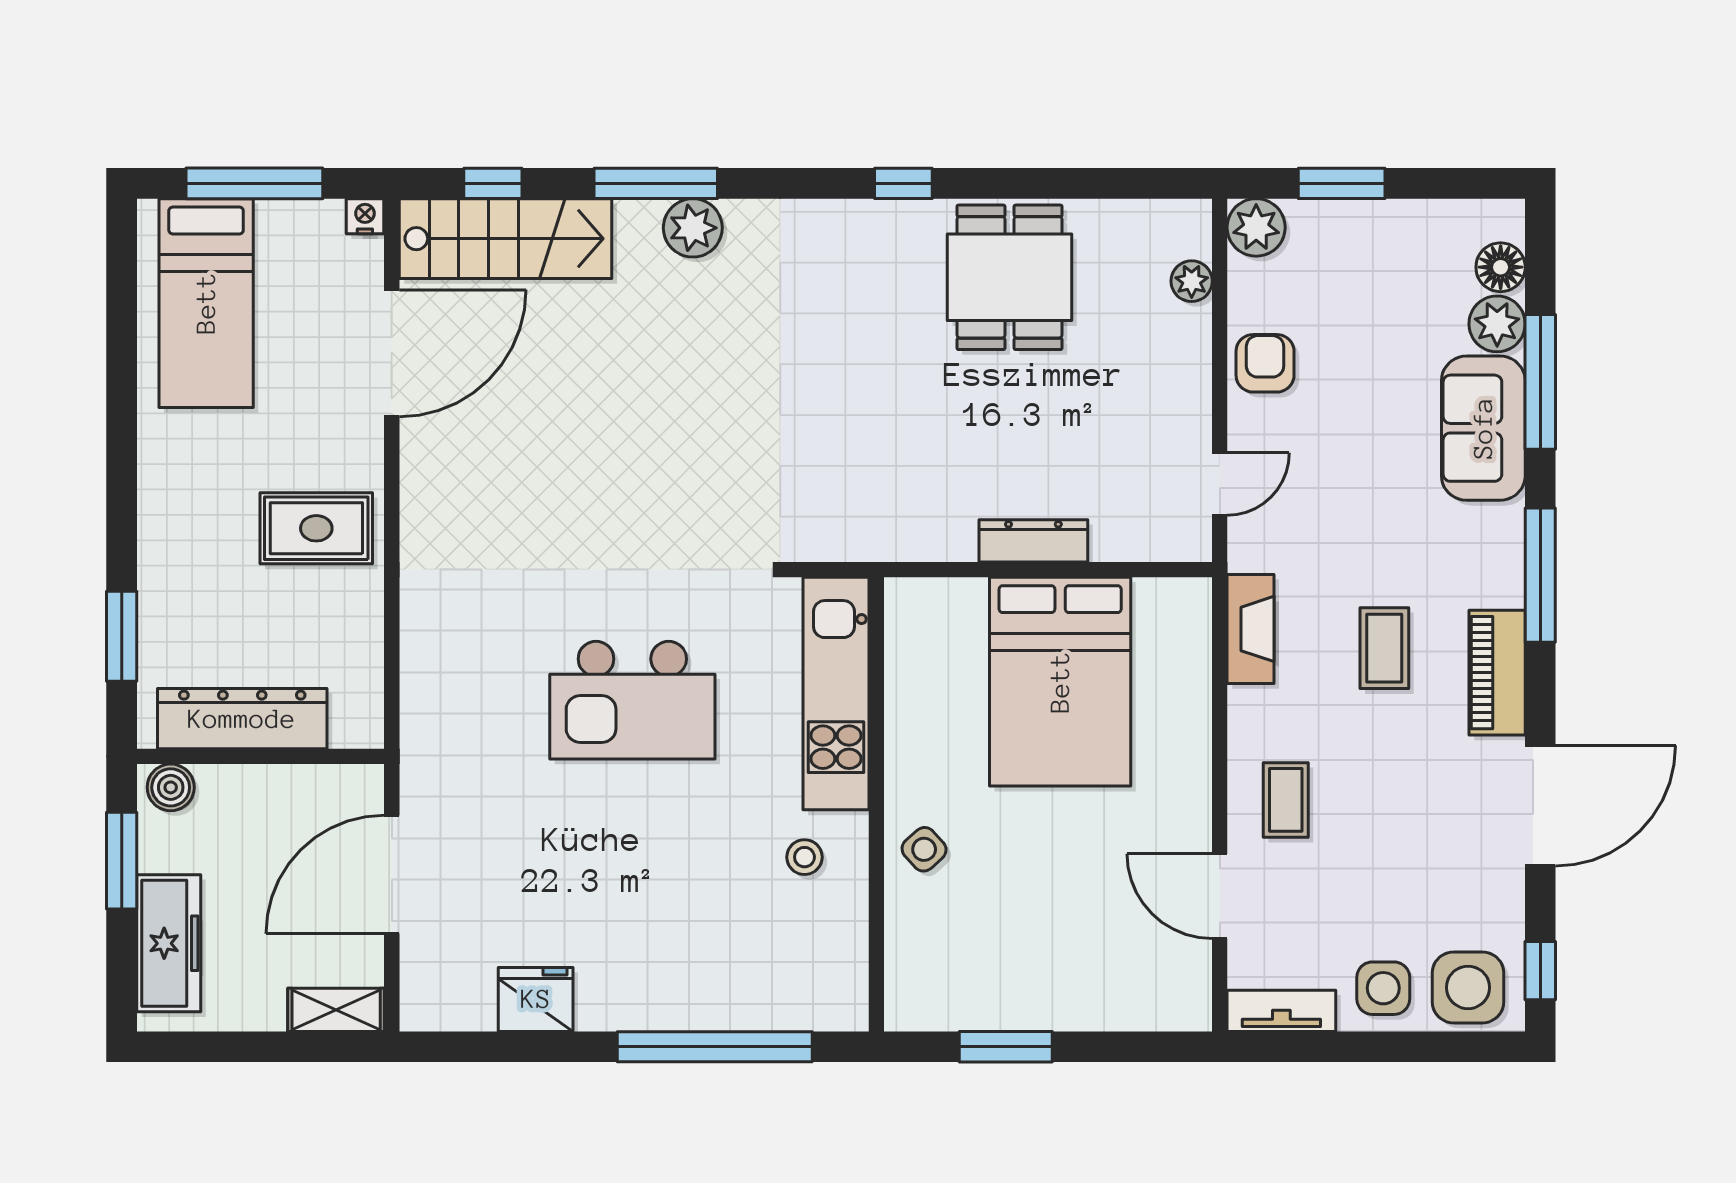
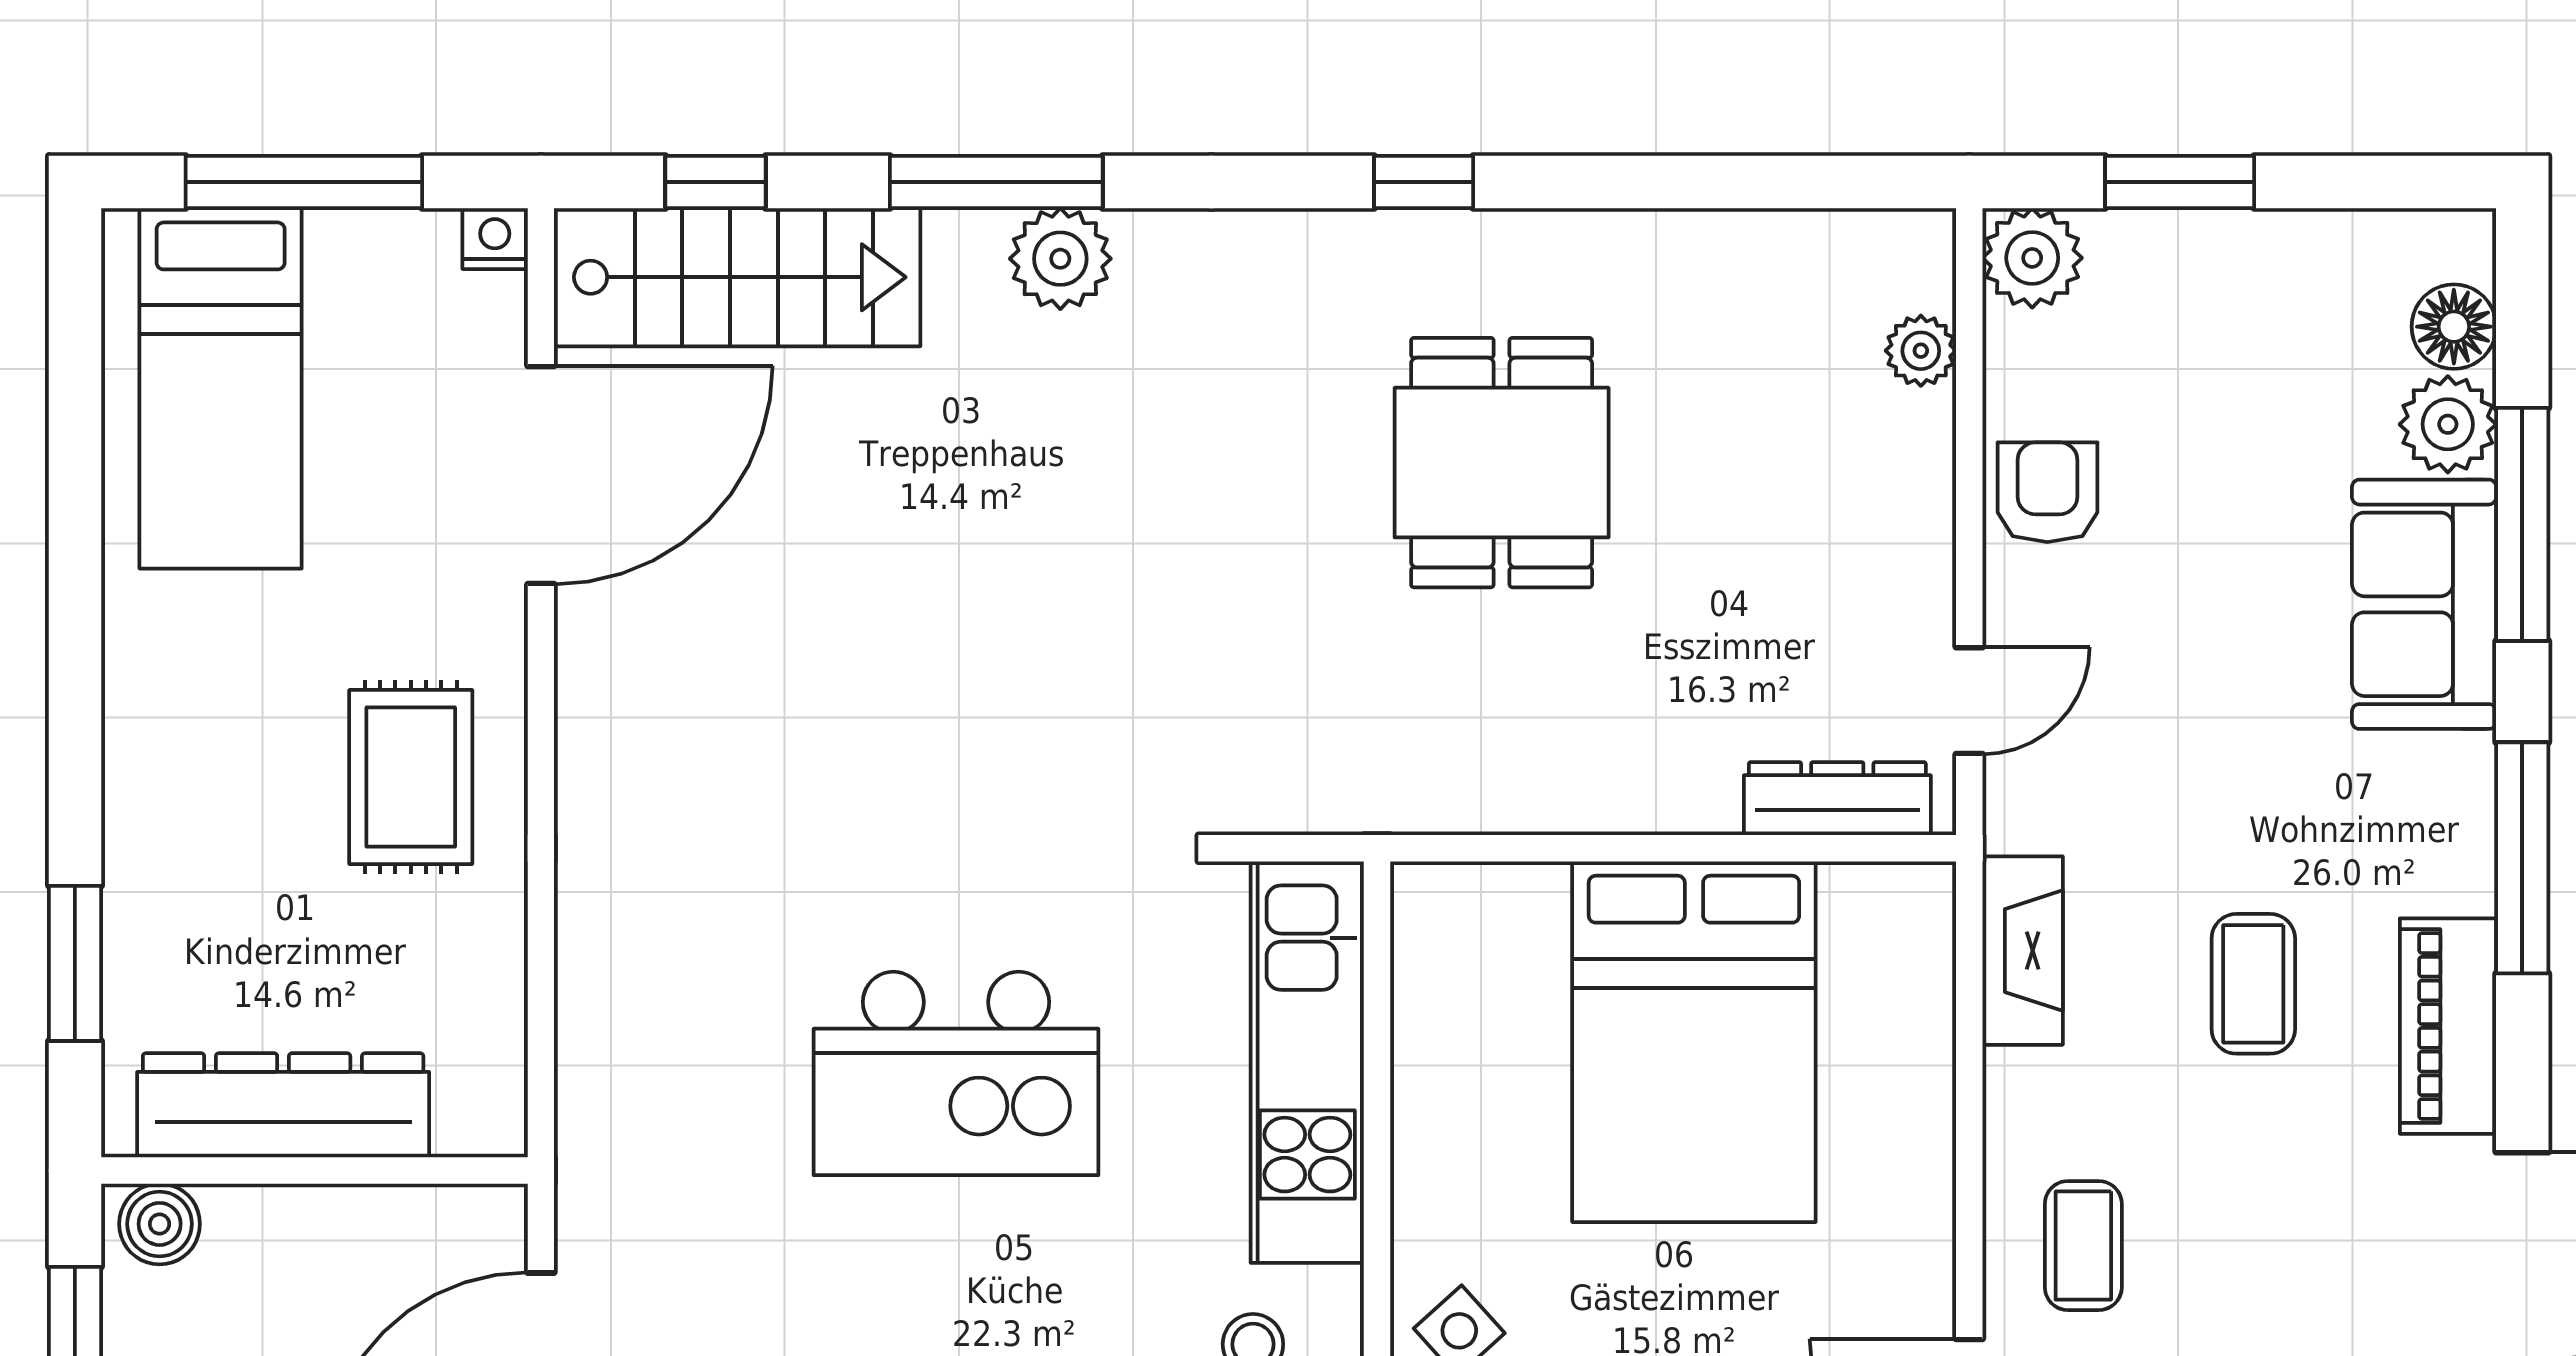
dining table: (1010, 277) -> (1502, 463), moved
rug: (316, 528) -> (411, 777), turned 90
dresser: (1033, 541) -> (1837, 799), moved

